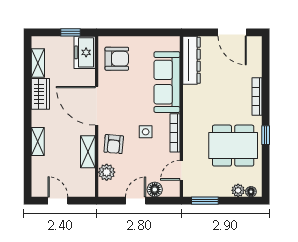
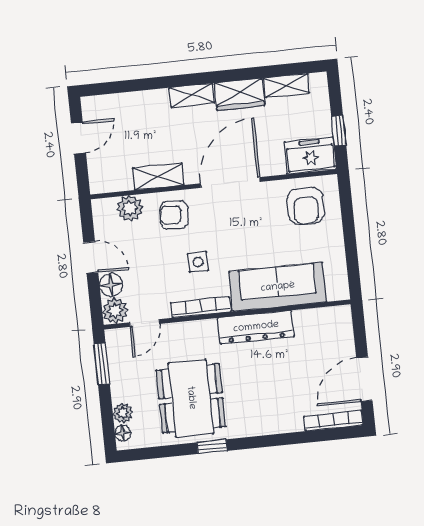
dresser: (192, 60) -> (256, 327), moved
bookcase: (257, 97) -> (333, 421), moved
shelving: (38, 142) -> (192, 95), moved
door: (181, 170) -> (145, 323), swing flipped
plant: (172, 189) -> (115, 311), added

